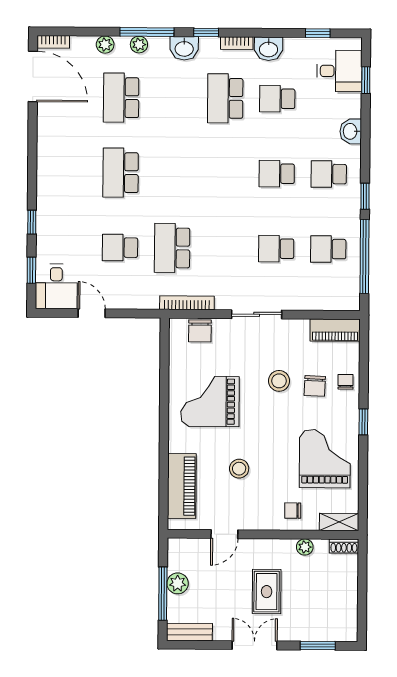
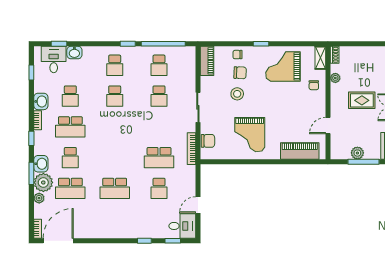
window: (147, 32) -> (31, 173), width x0.69
plant: (139, 45) -> (43, 182), width x1.87, depth x1.87
washbasin: (184, 48) -> (41, 164), moved
school desk: (173, 98) -> (70, 158), added
washbasin: (351, 131) -> (74, 53), moved
stool: (239, 469) -> (289, 117), removed
door: (224, 534) -> (328, 126), swing flipped

